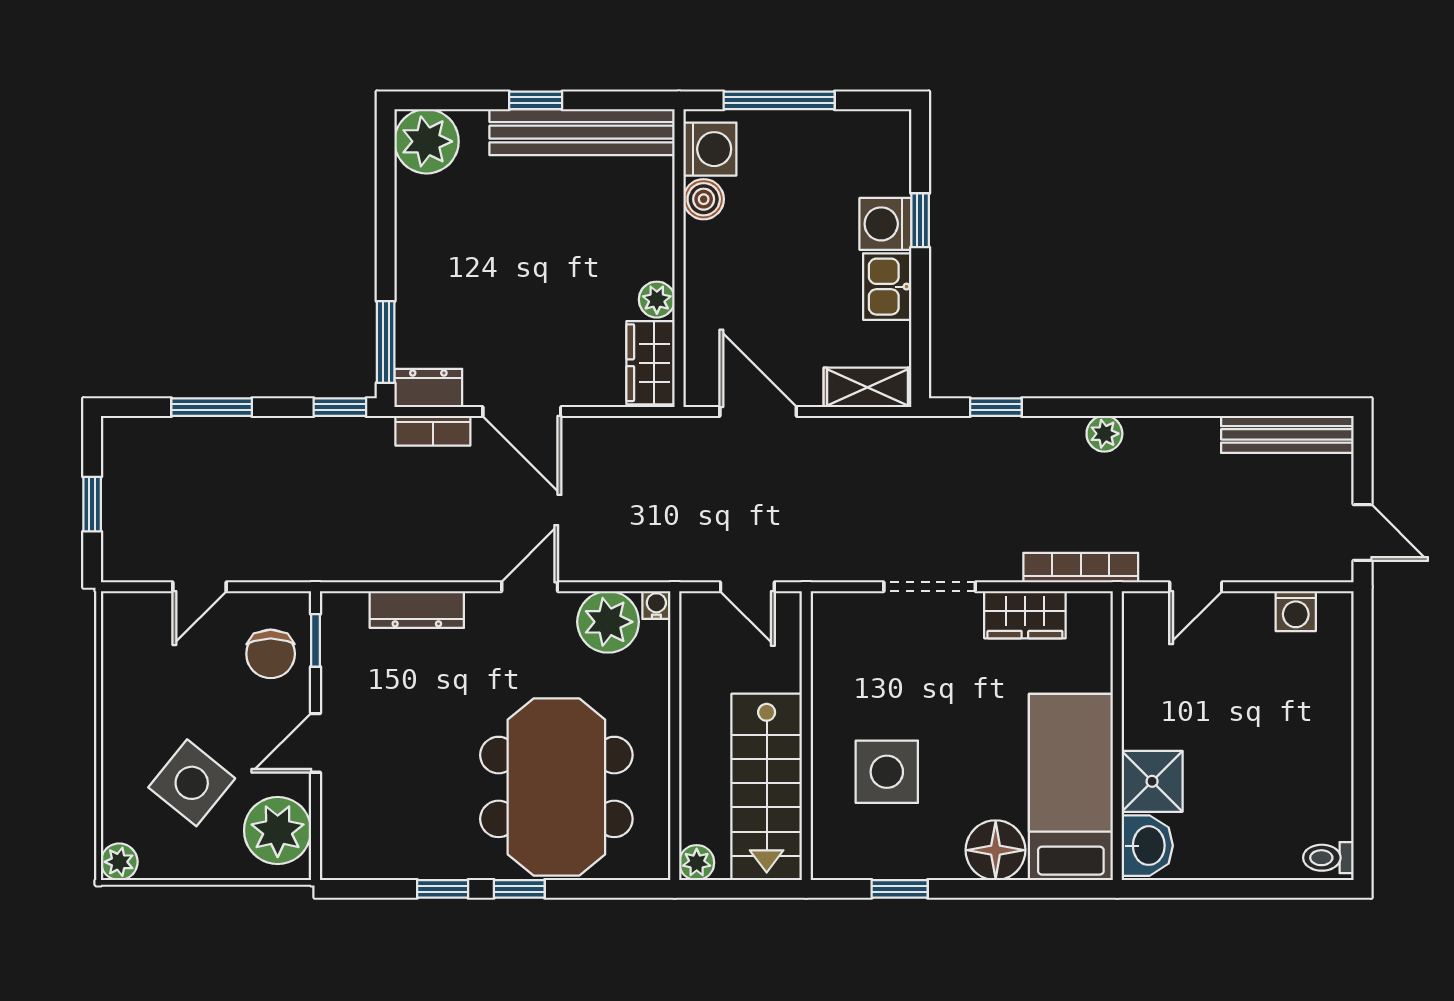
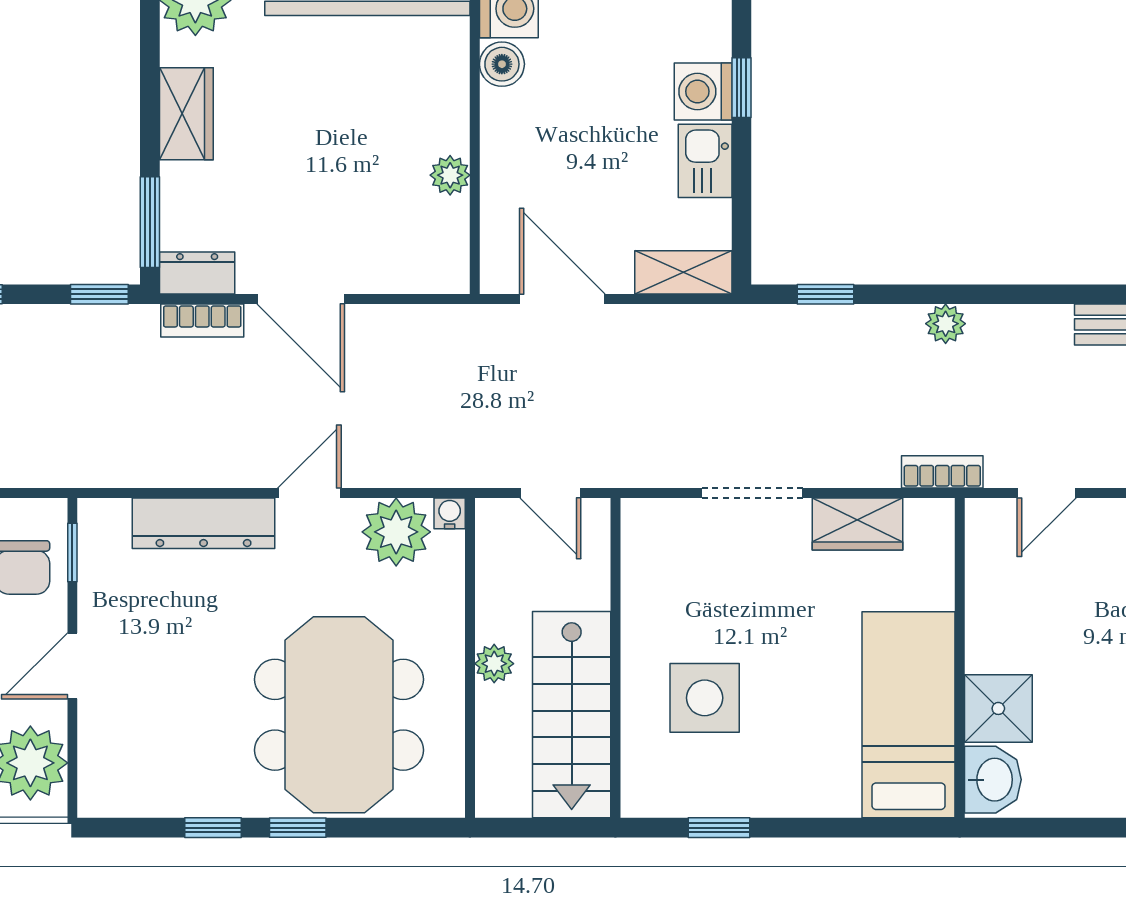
wardrobe: (651, 363) -> (186, 114), moved, turned 180
bookcase: (1081, 568) -> (942, 472), width x0.64
dresser: (417, 609) -> (204, 523), width x1.37, depth x1.24
floor lamp: (996, 850) -> (825, 785), removed
plant: (697, 863) -> (494, 664), moved

